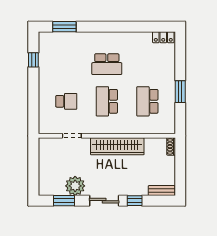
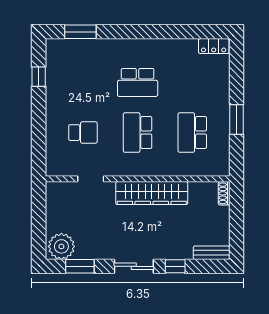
plant: (75, 186) -> (61, 246), moved

